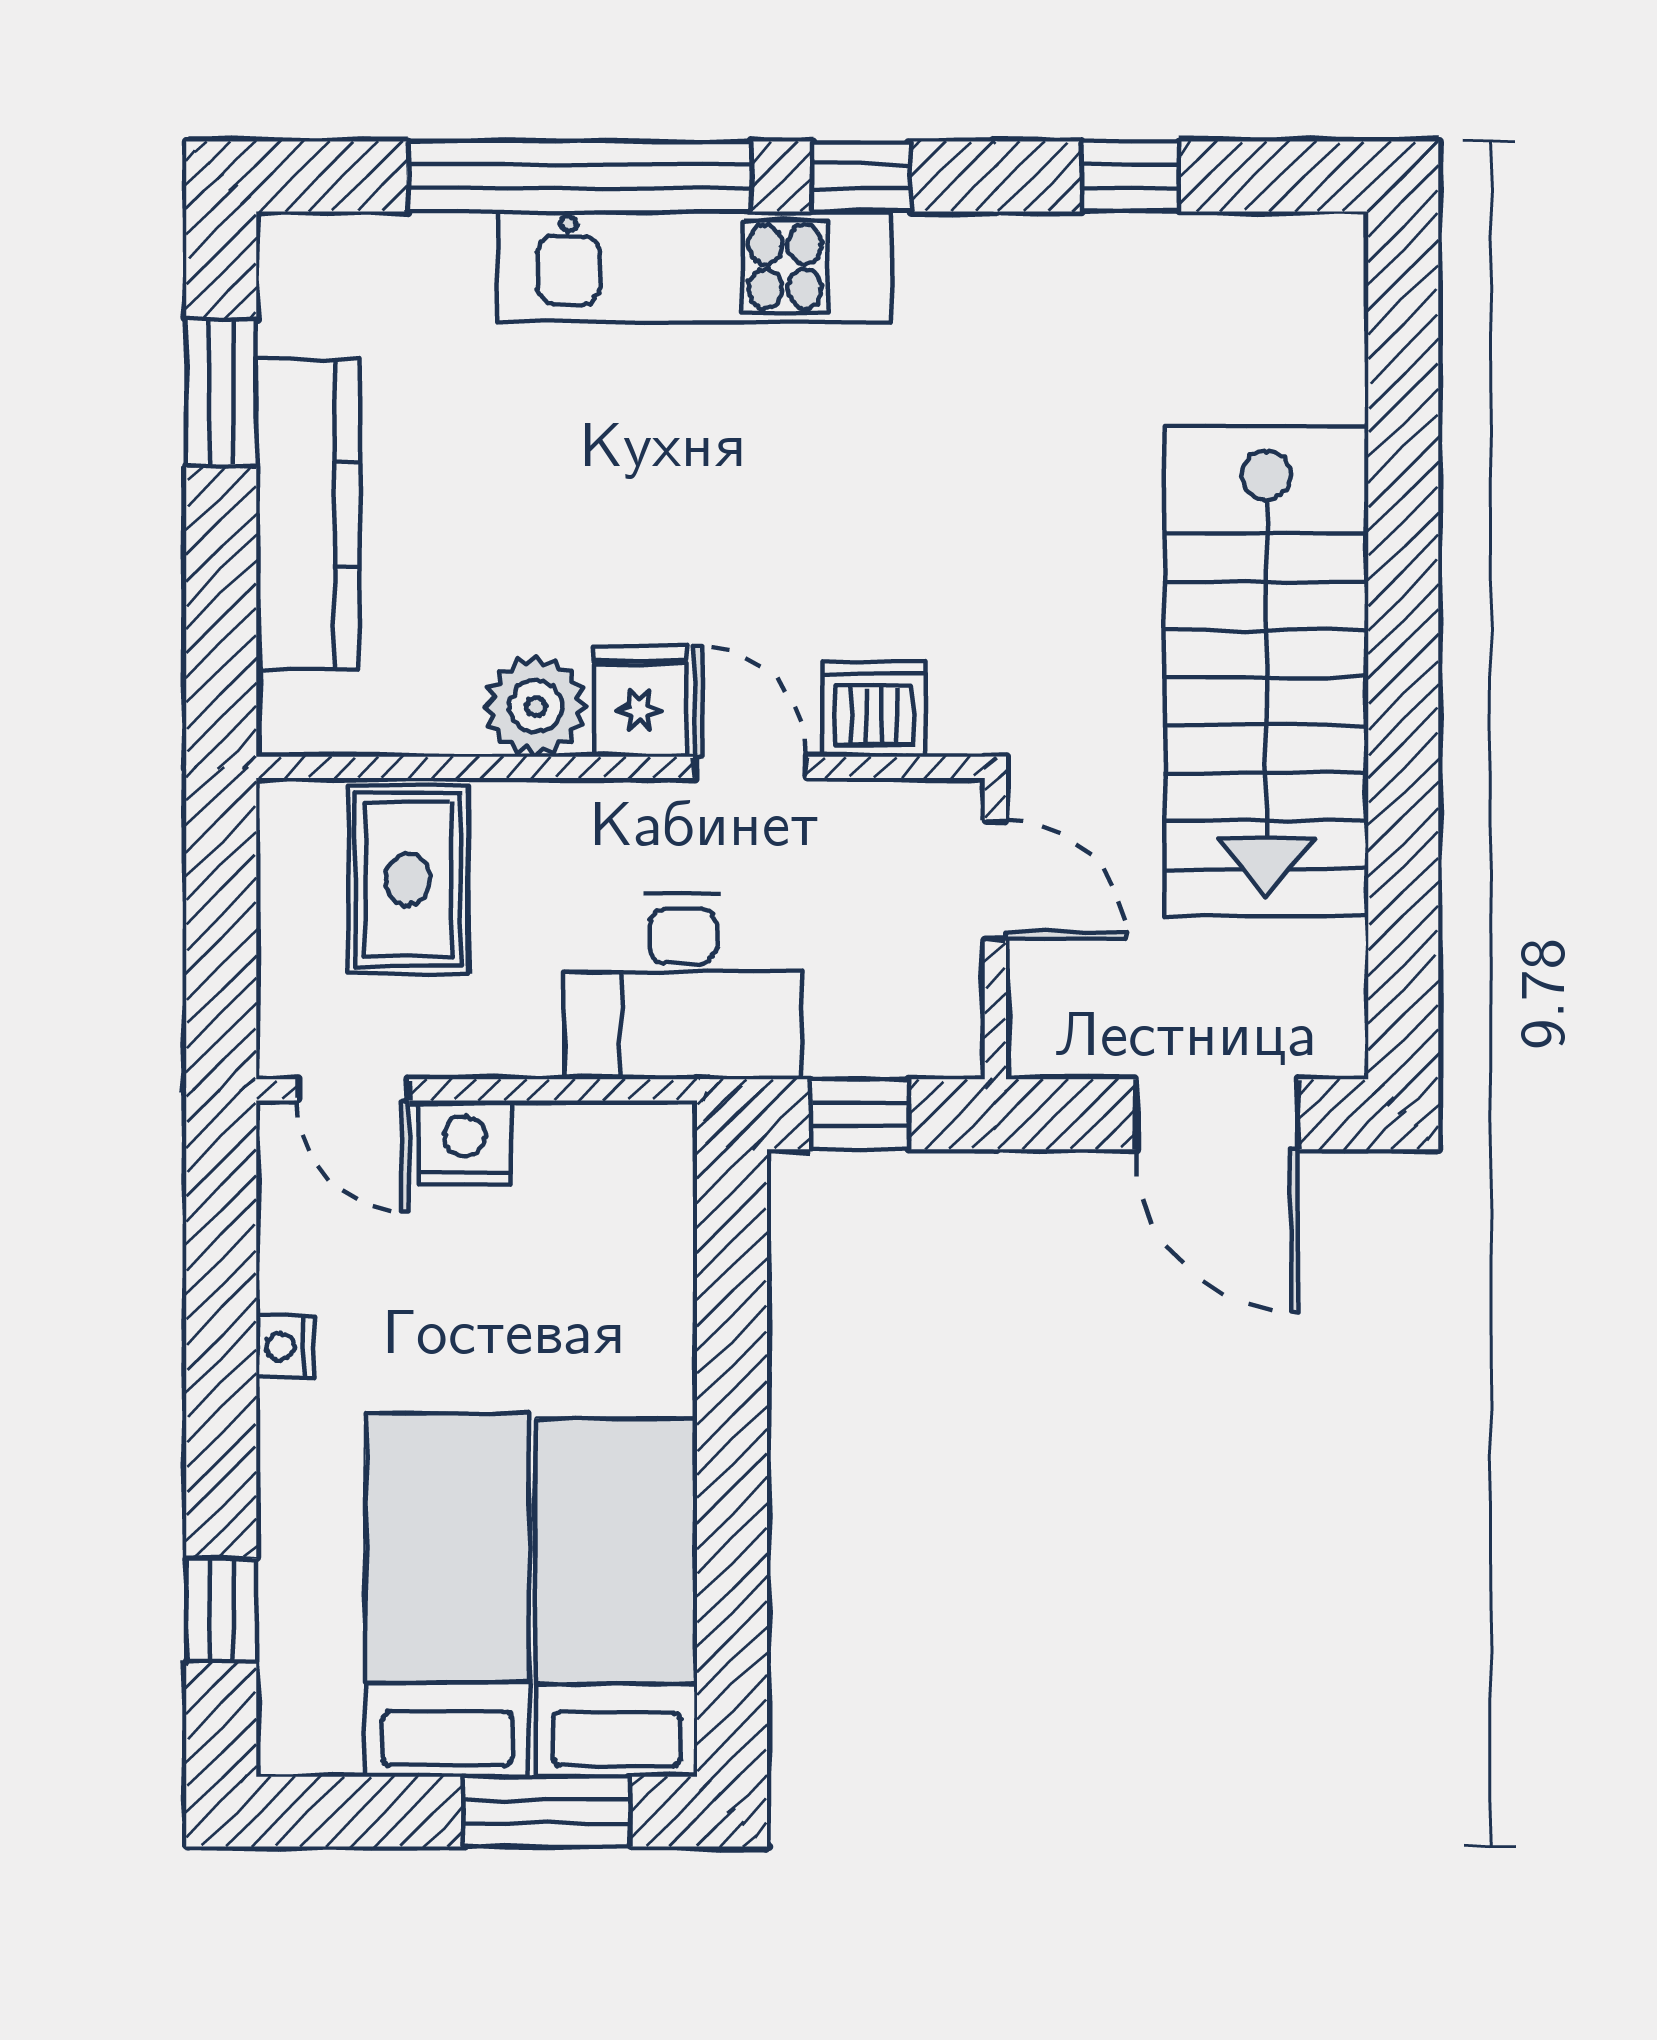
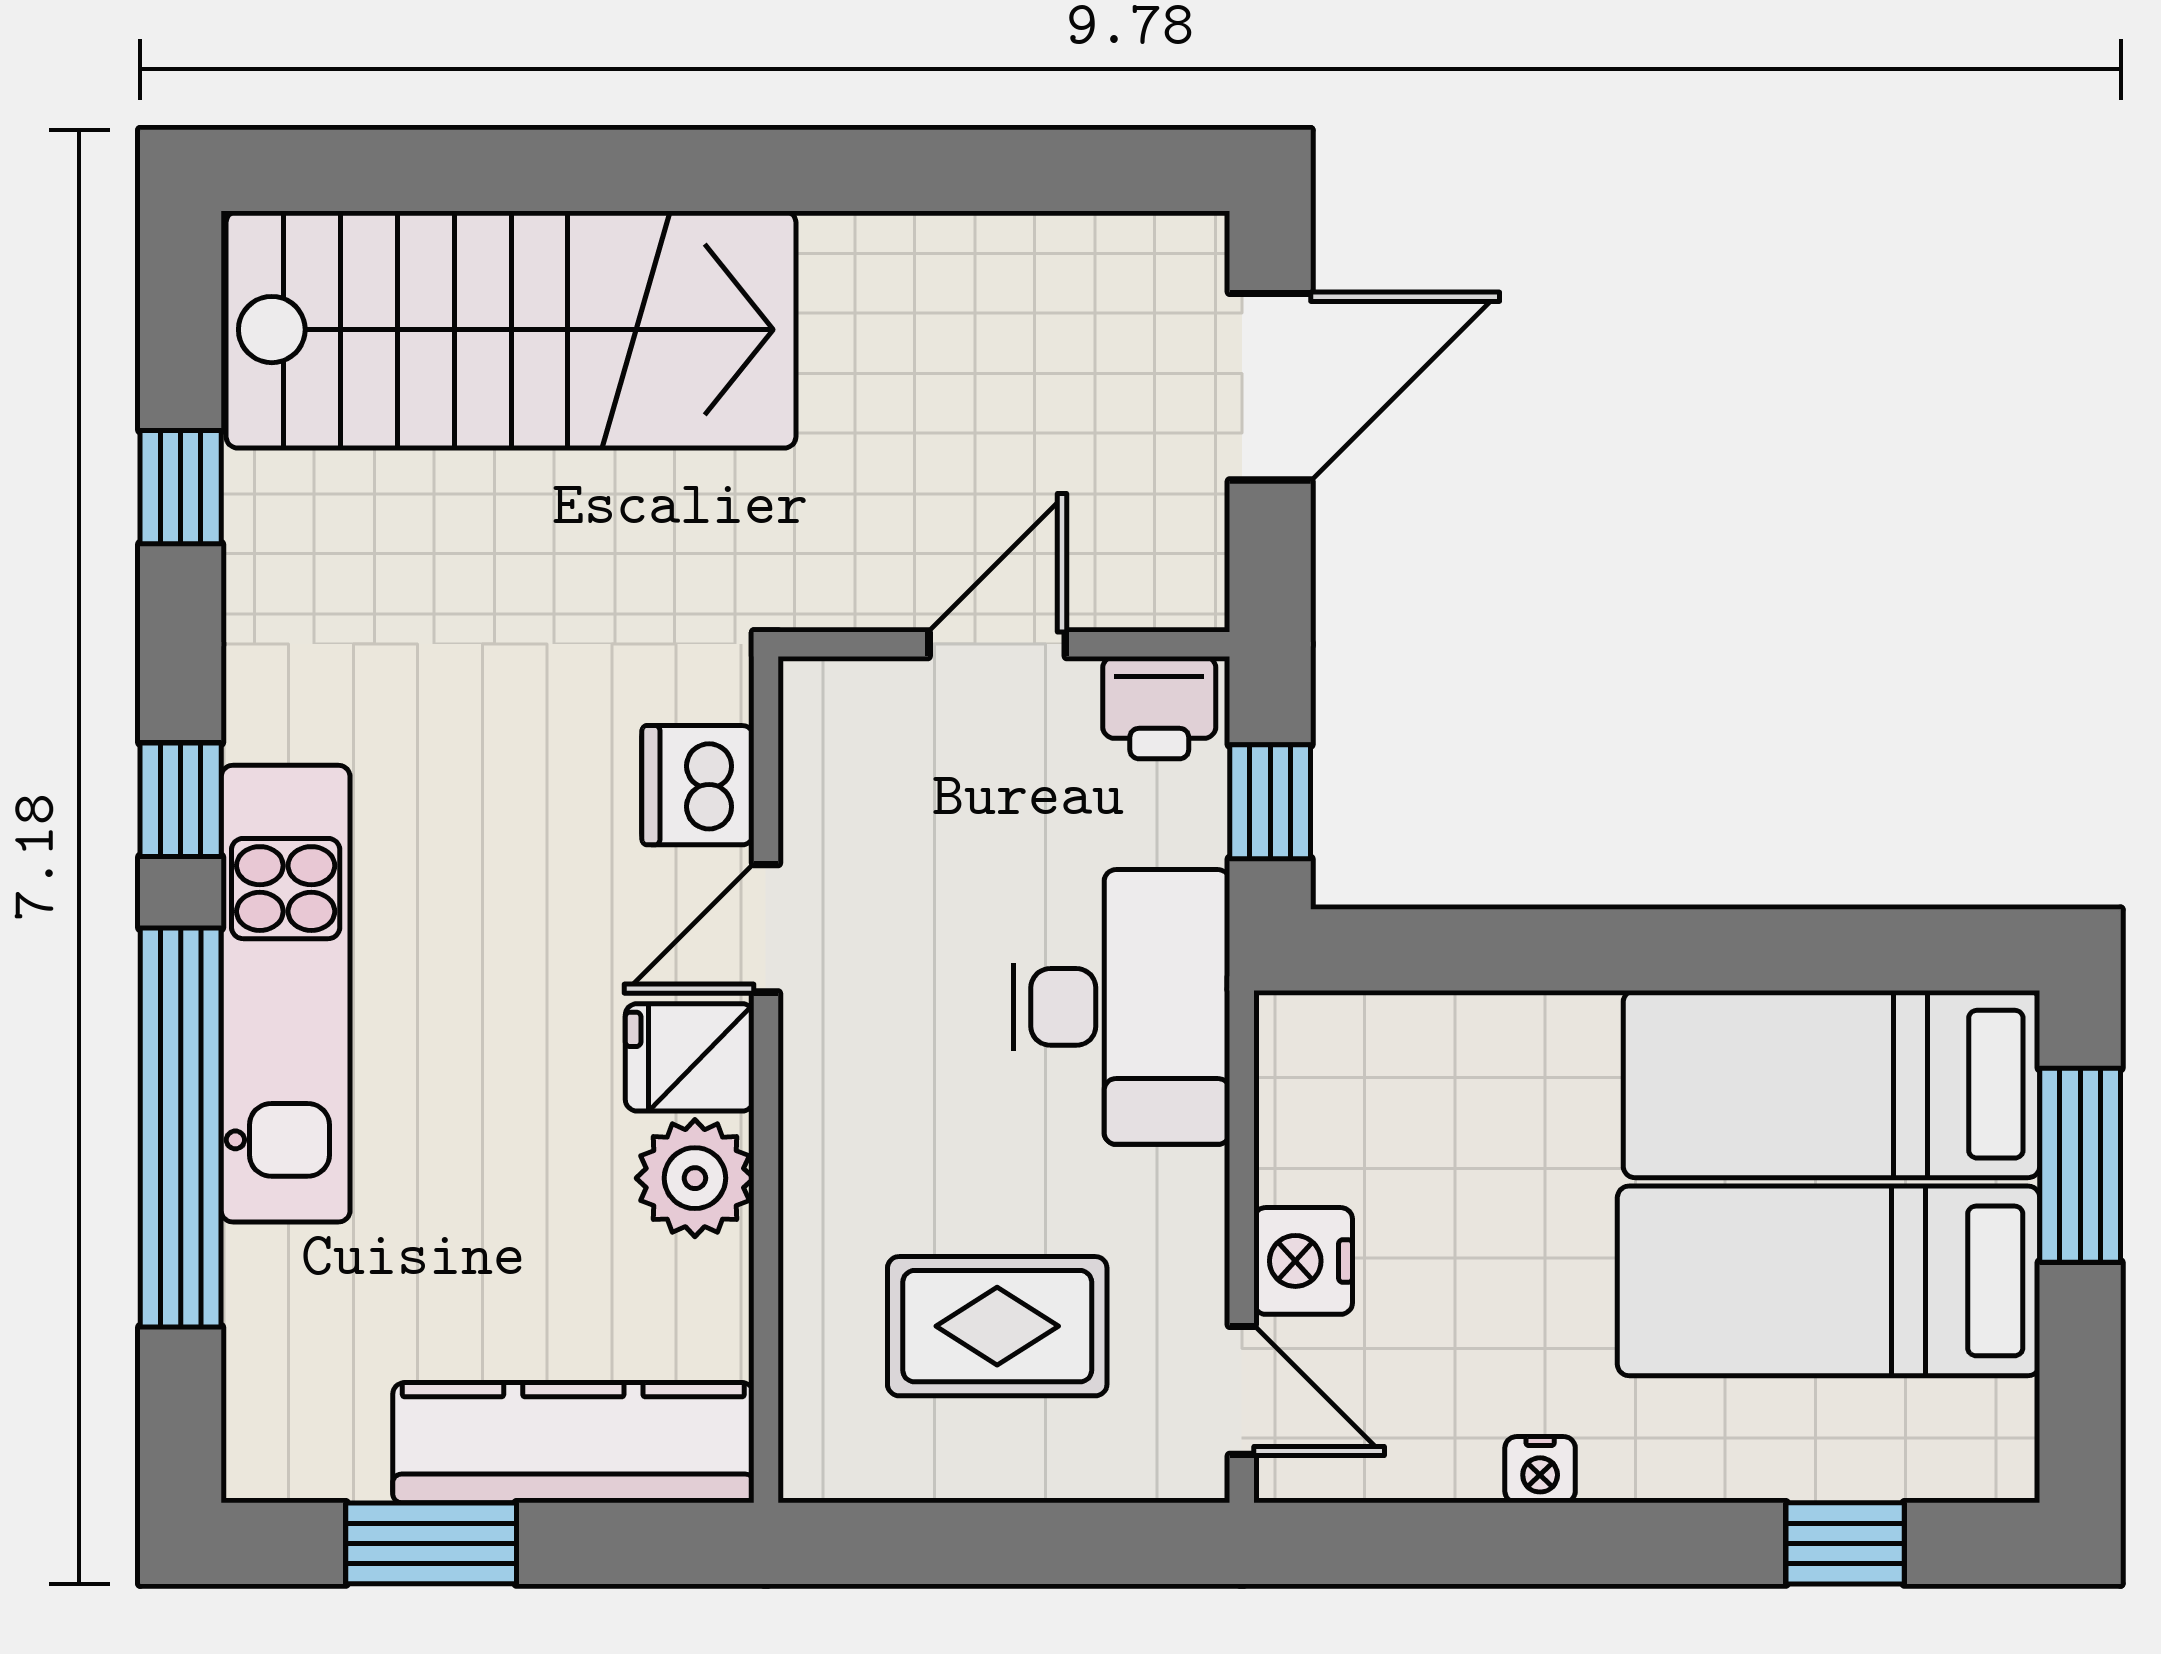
stairs: (1266, 671) -> (511, 330), moved
fridge: (640, 702) -> (690, 1057), moved
plant: (536, 706) -> (695, 1178), moved
dishwasher: (874, 709) -> (698, 785), moved
wall: (621, 767) -> (766, 1080), moved
door: (751, 767) -> (766, 928), moved
printer: (941, 1019) -> (1159, 708), added
door: (353, 1090) -> (1242, 1390), hinge flipped

